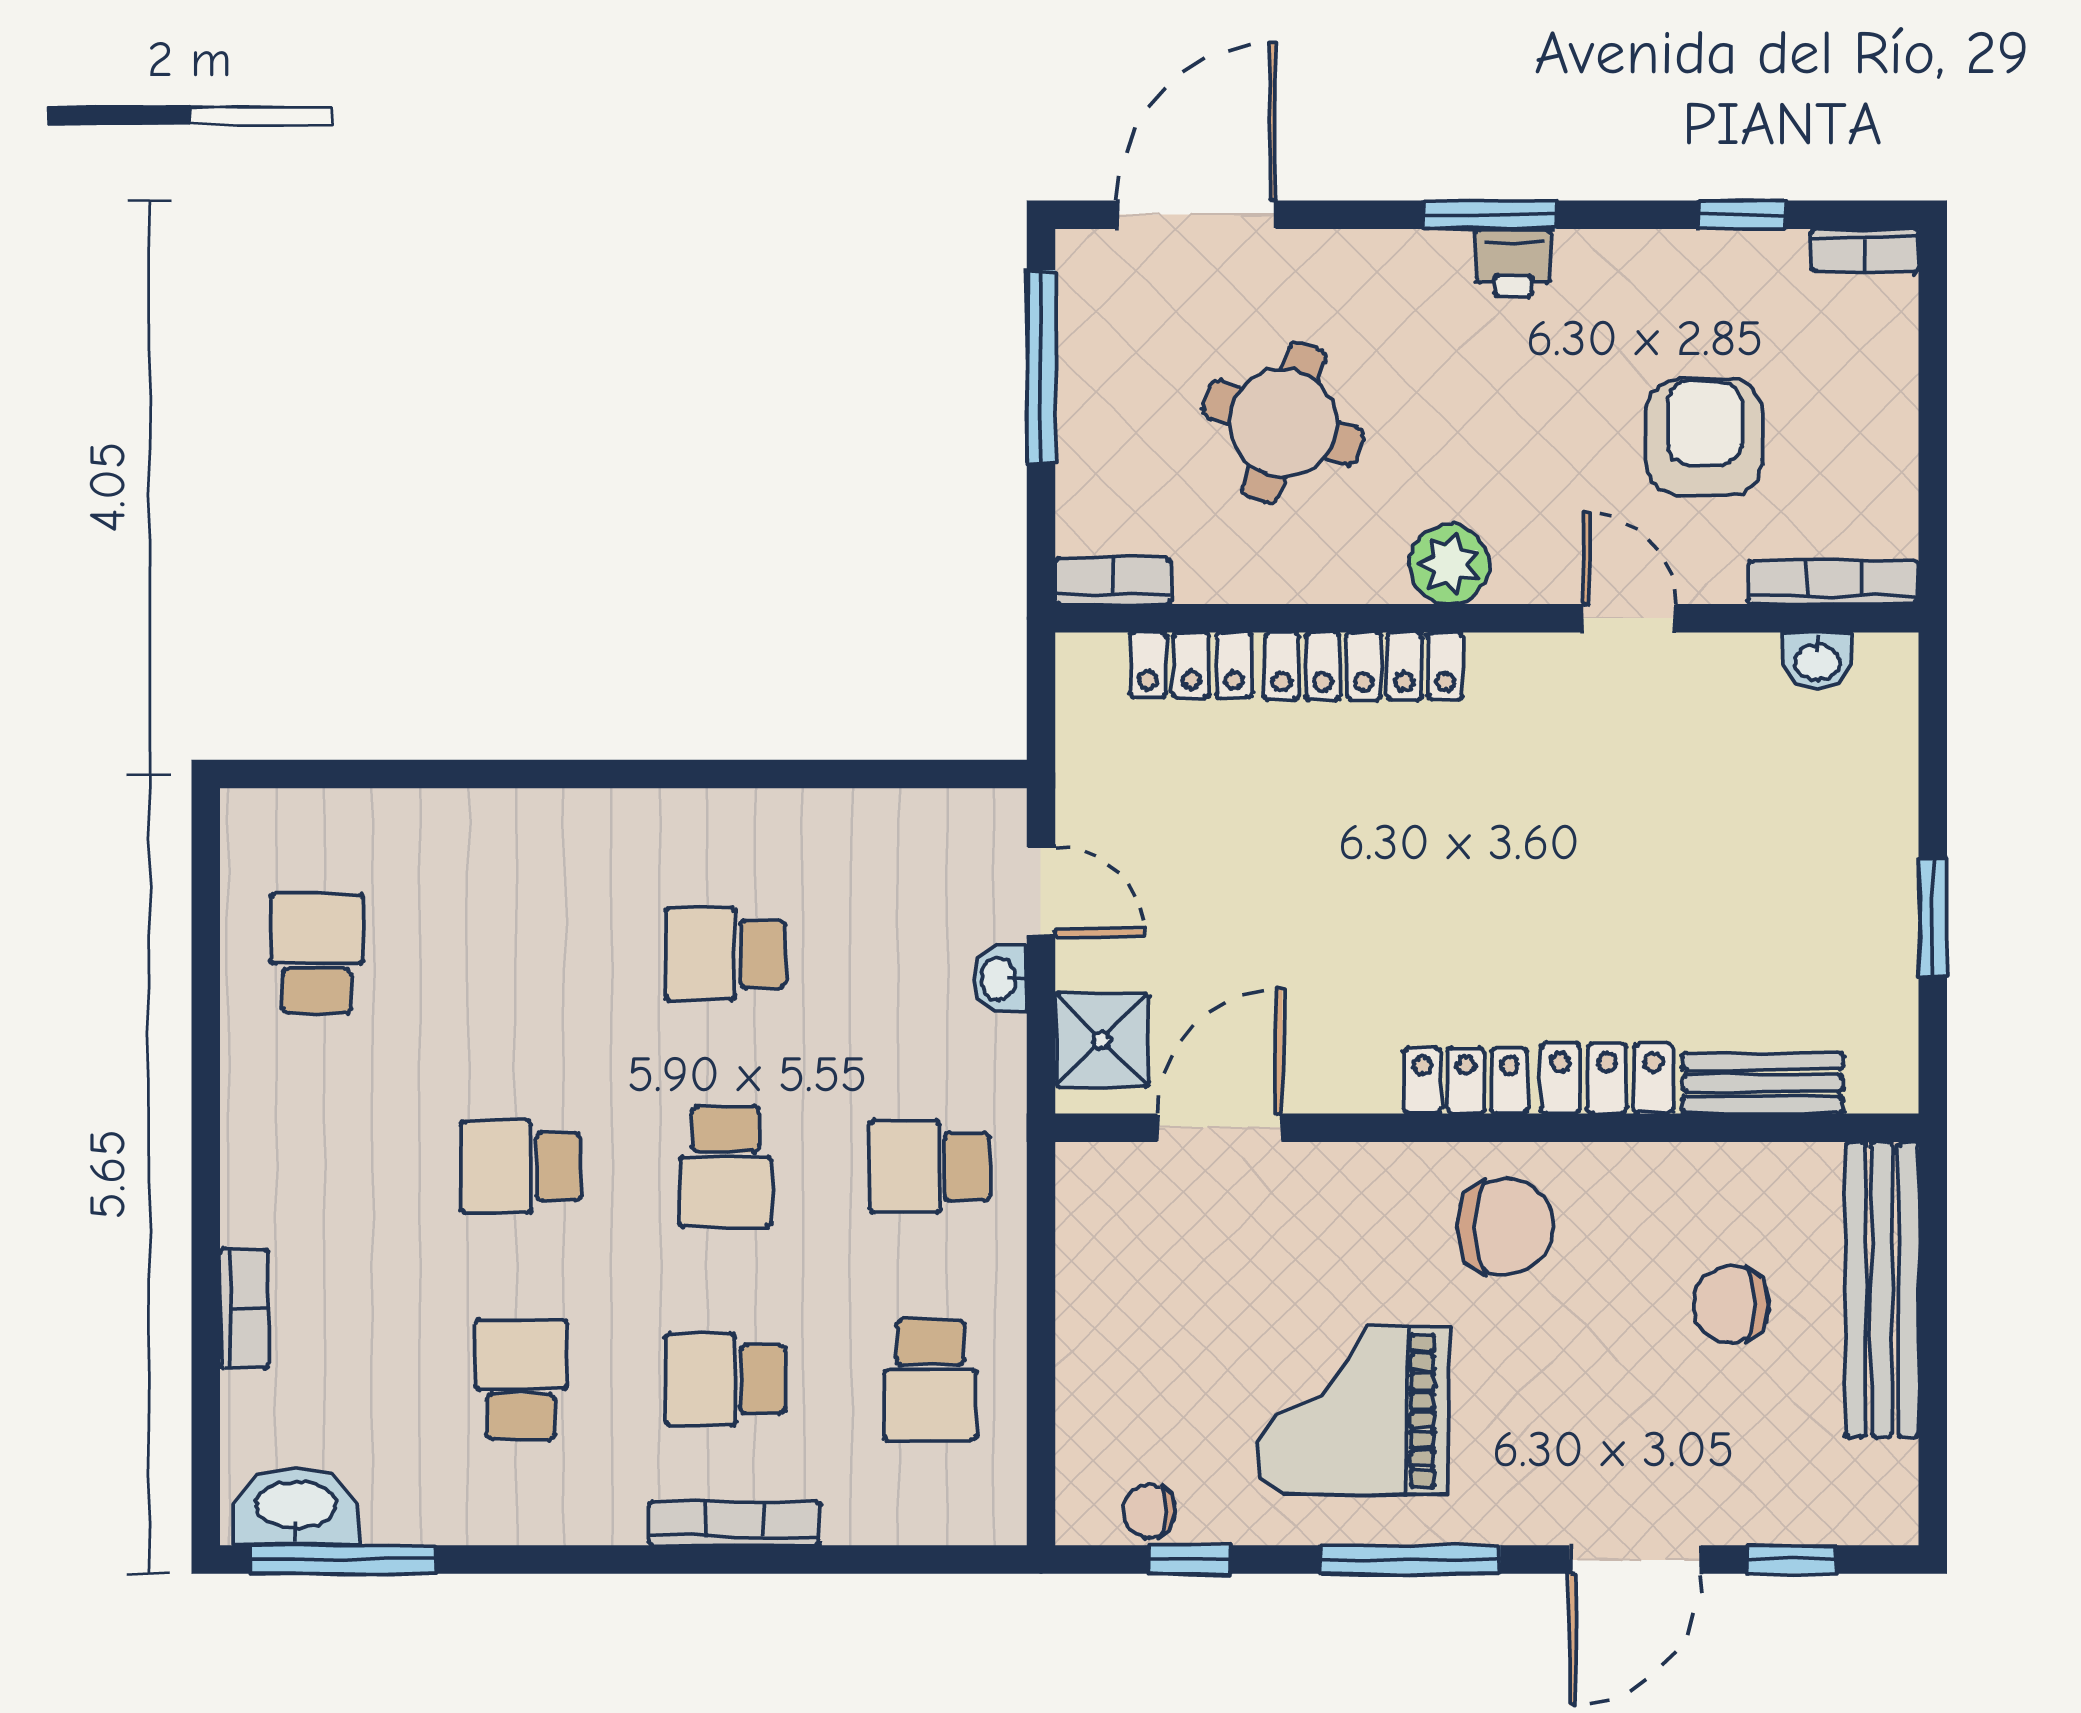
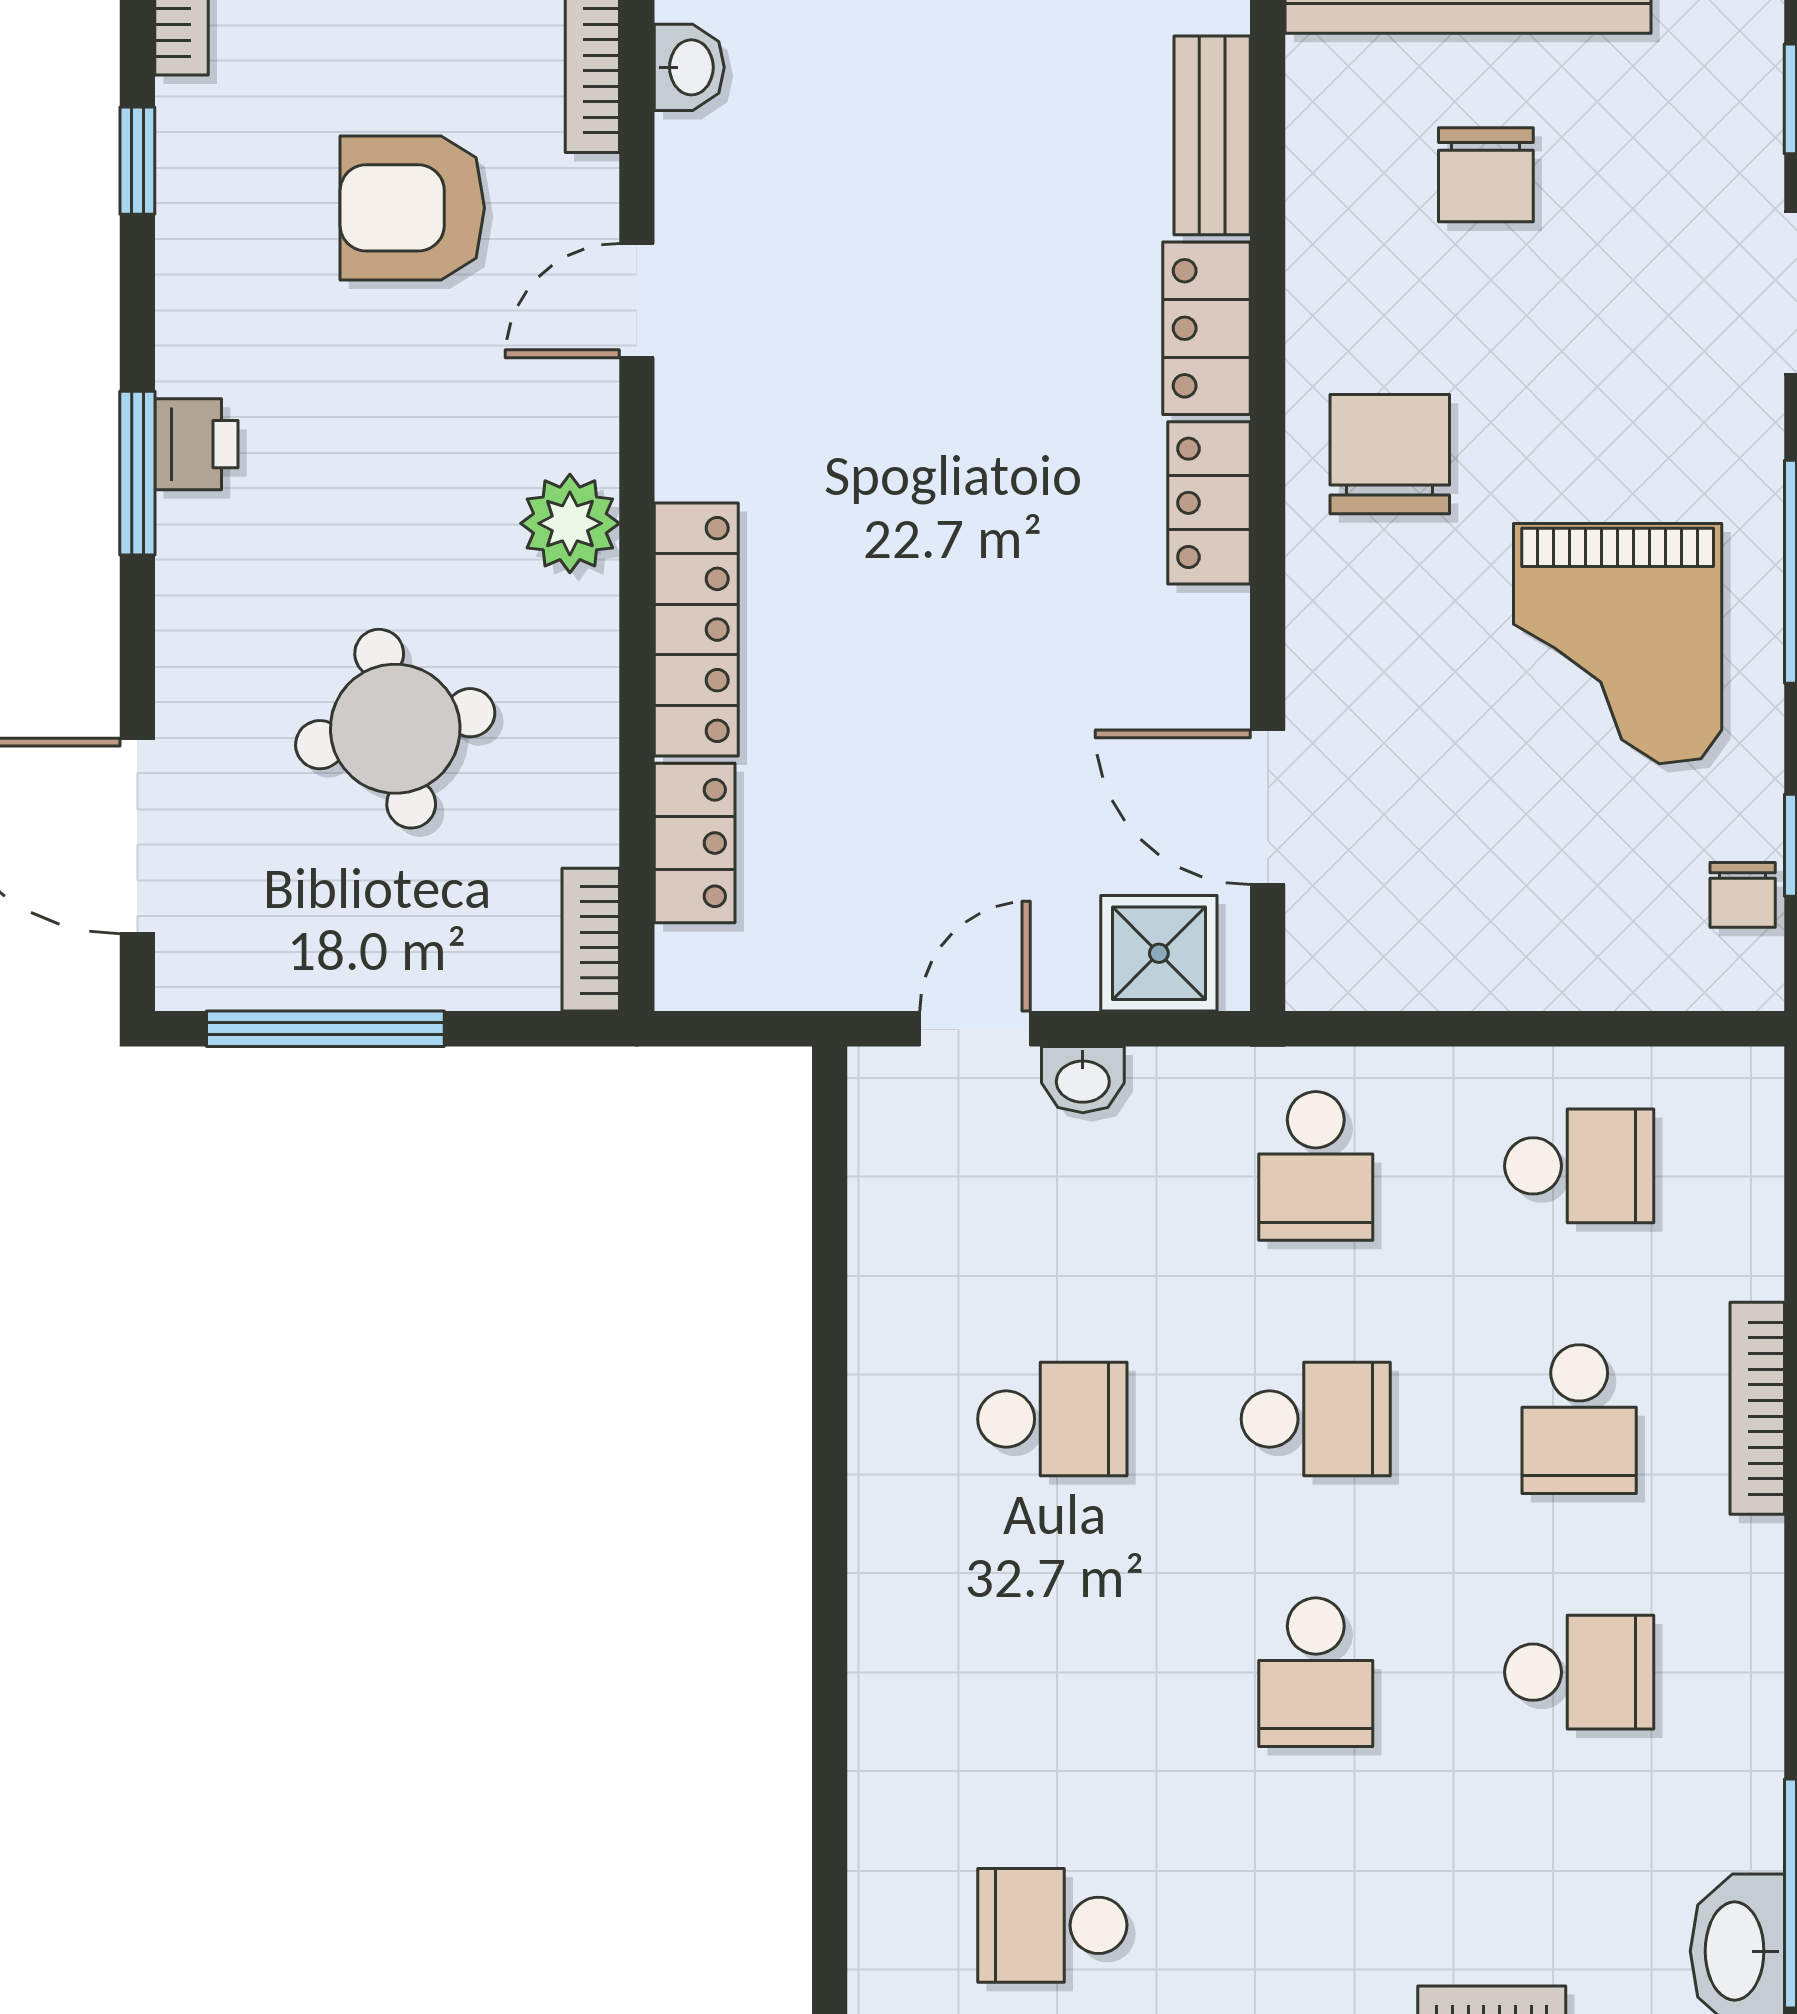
round table: (1283, 423) -> (395, 729), turned -31
school desk: (726, 954) -> (1052, 1419), turned -90
school desk: (521, 1380) -> (1579, 1672), turned 180

